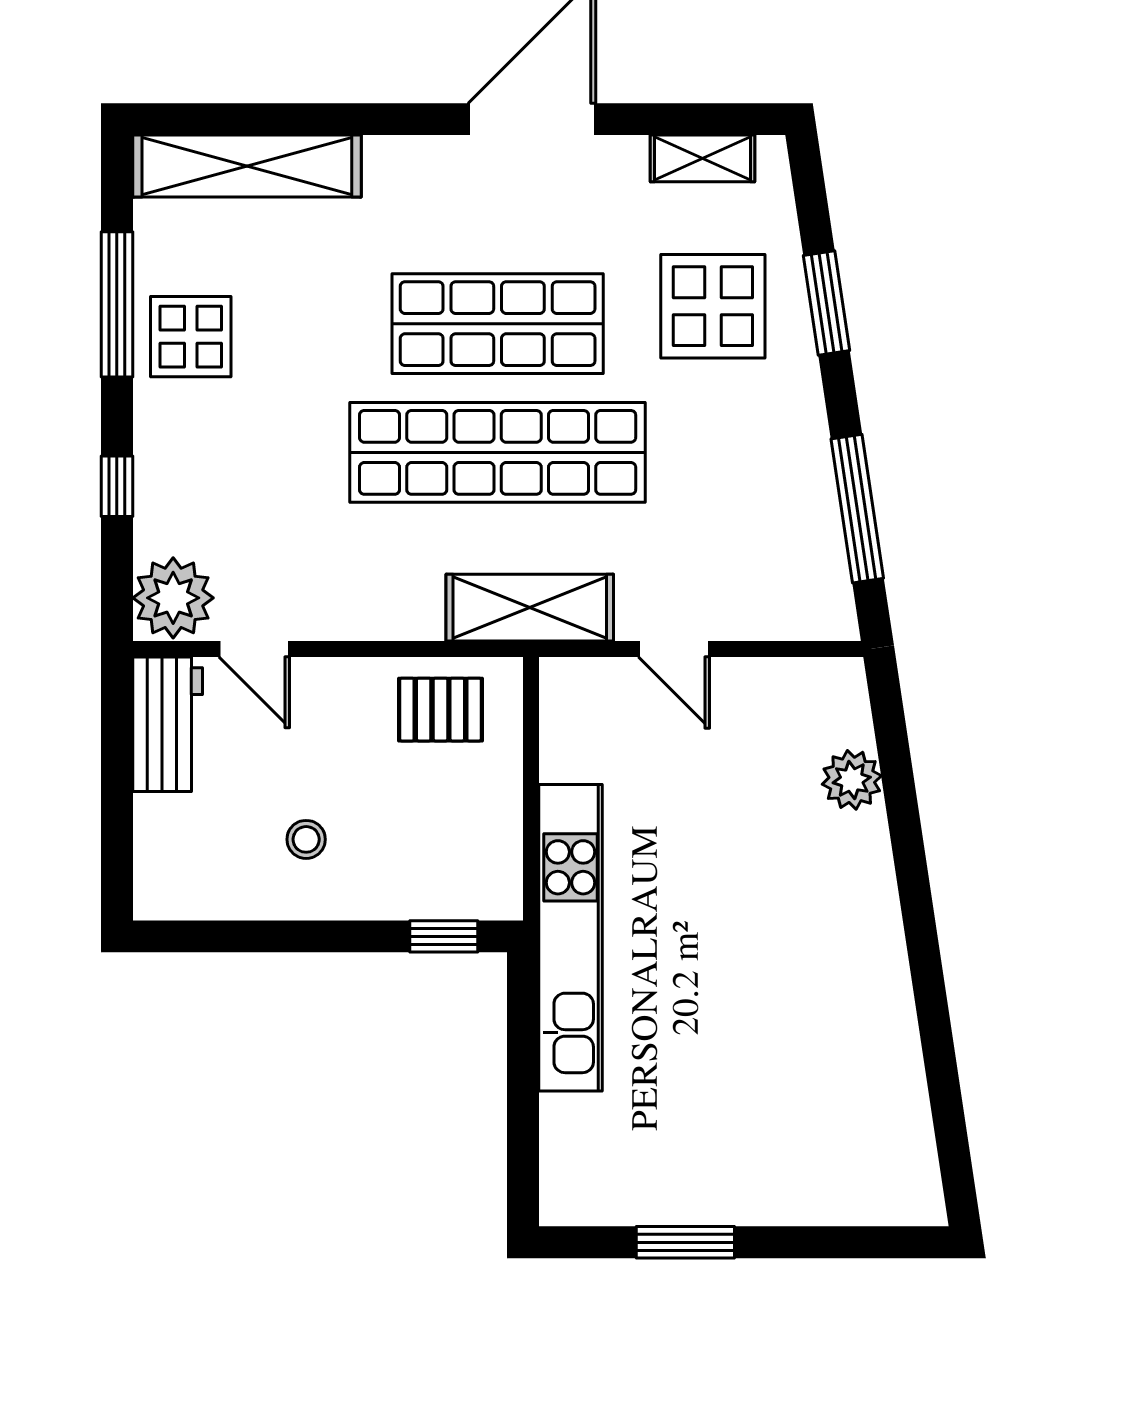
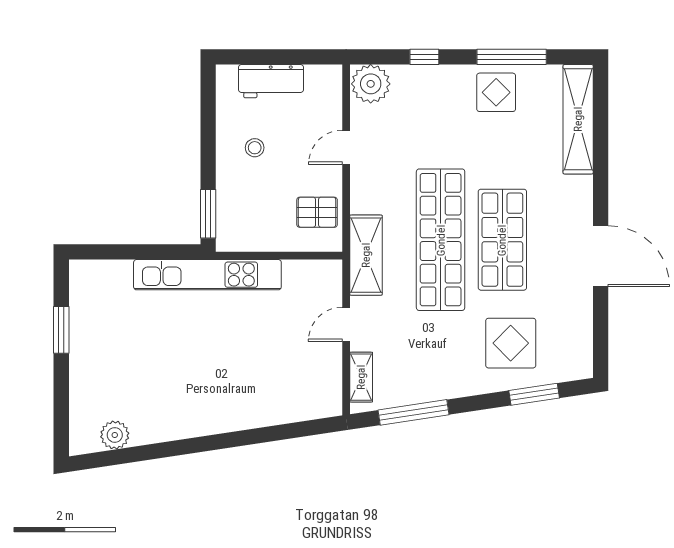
shelving: (703, 158) -> (361, 377), moved
window: (826, 303) -> (534, 394), moved
door: (254, 649) -> (346, 147), moved
pallet: (440, 710) -> (317, 212), turned 90
workbench: (168, 724) -> (271, 81), moved
plant: (852, 780) -> (115, 435), moved
window: (444, 936) -> (208, 214), width x1.50

